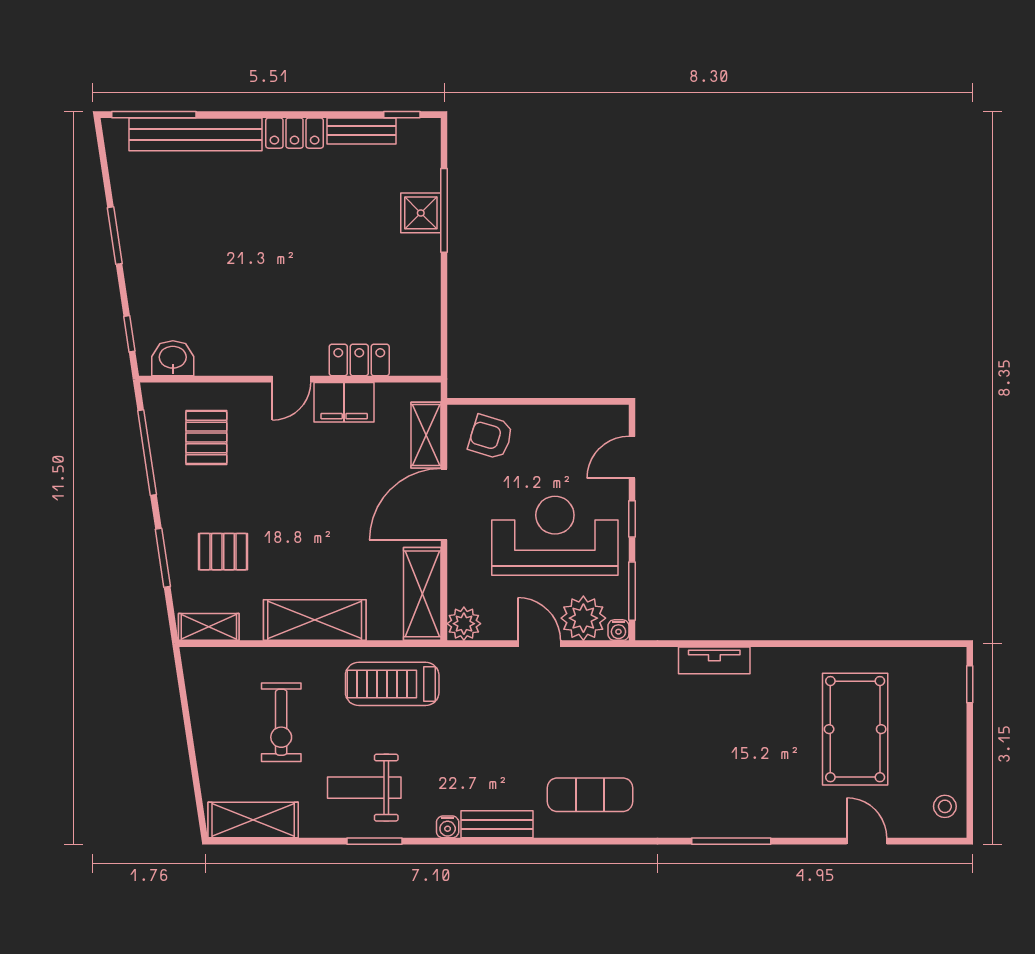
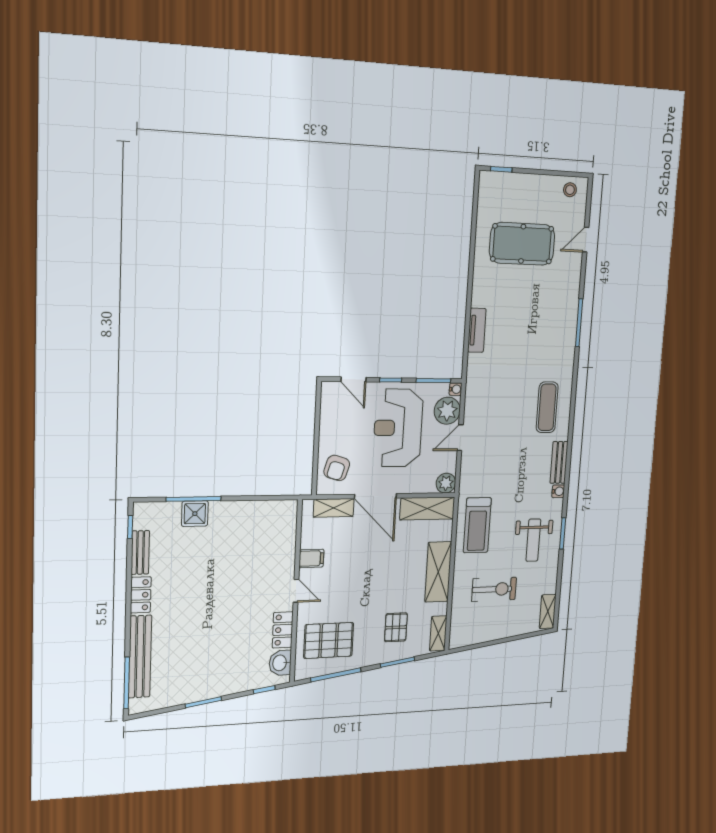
locker: (359, 360) -> (283, 630), moved
filing cabinet: (344, 402) -> (311, 558), width x0.50
pallet: (206, 437) -> (329, 640), width x1.50, depth x1.42
shelving: (253, 820) -> (548, 611), width x0.67, depth x0.75

